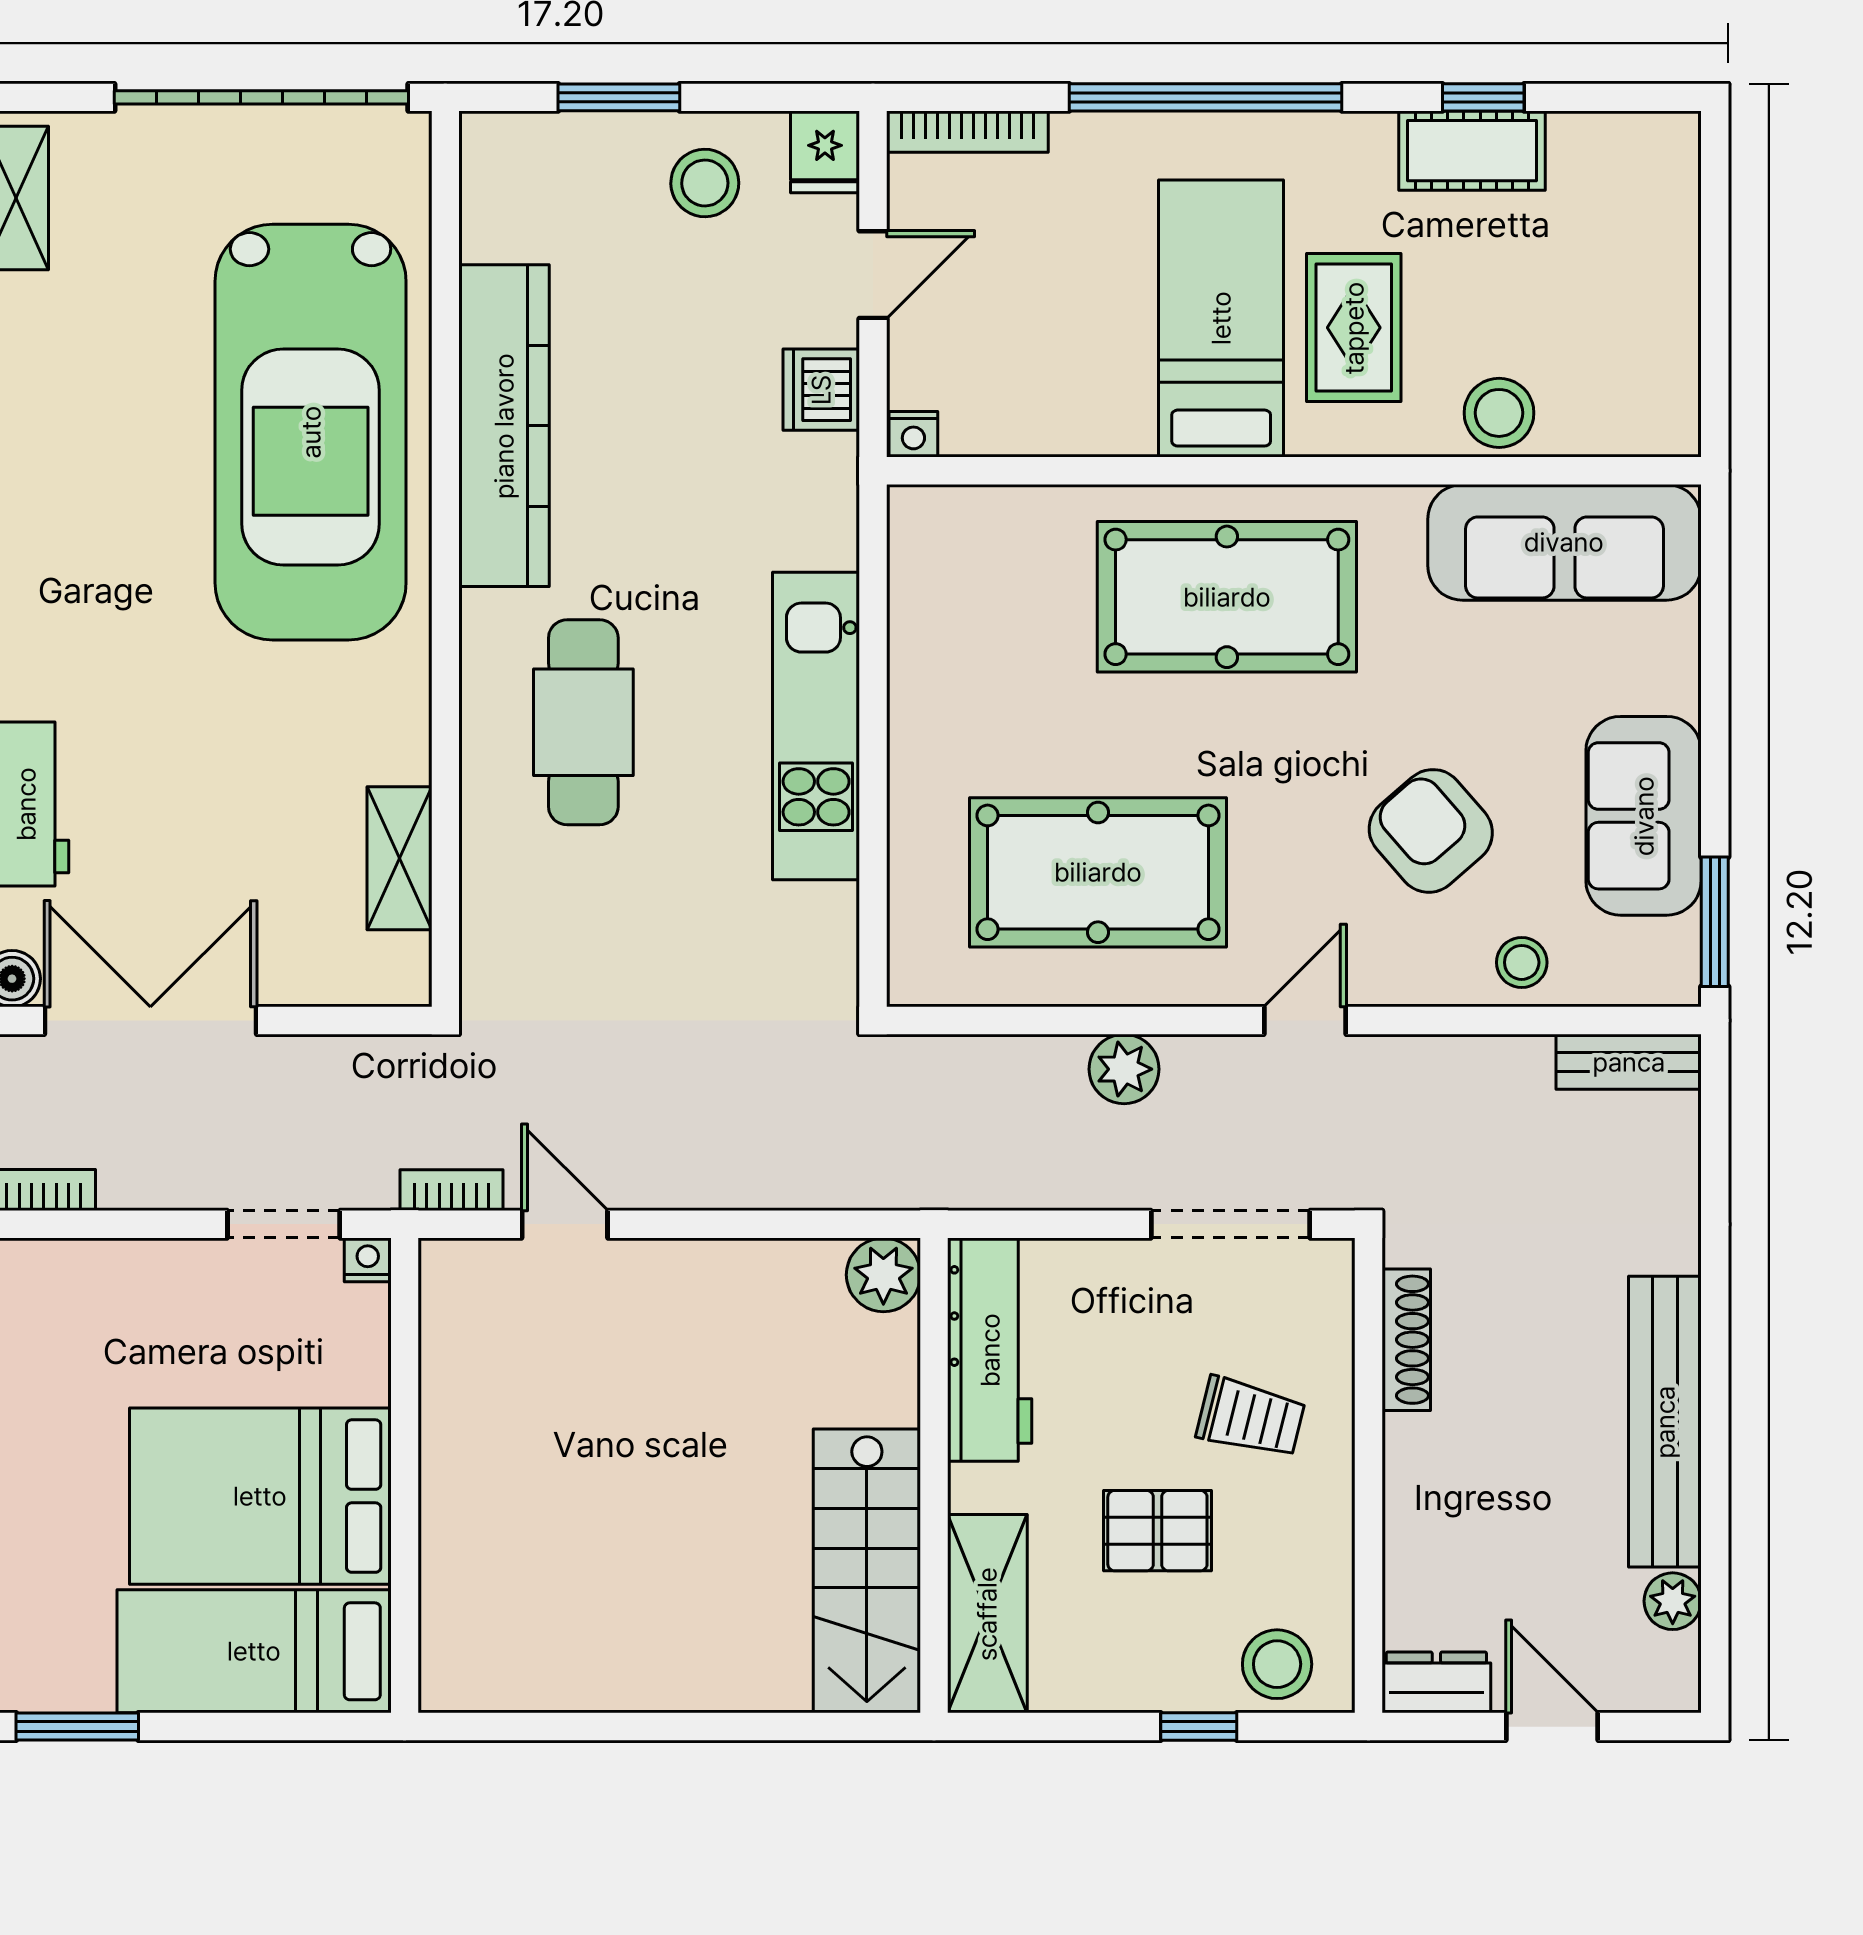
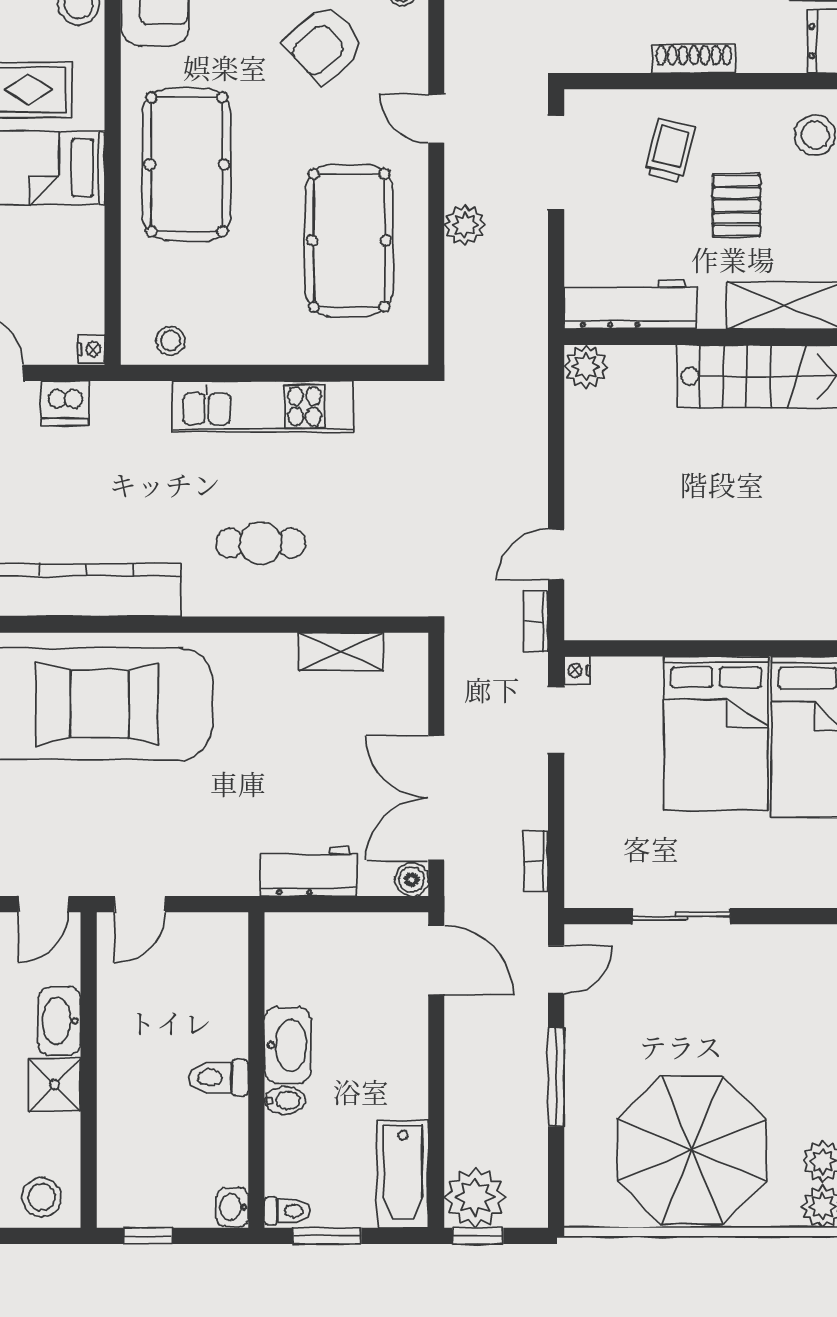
stool: (927, 569) -> (171, 341), added
cafe table: (583, 722) -> (261, 543), width x0.73, depth x0.74
shoe rack: (1406, 1340) -> (694, 59), moved

